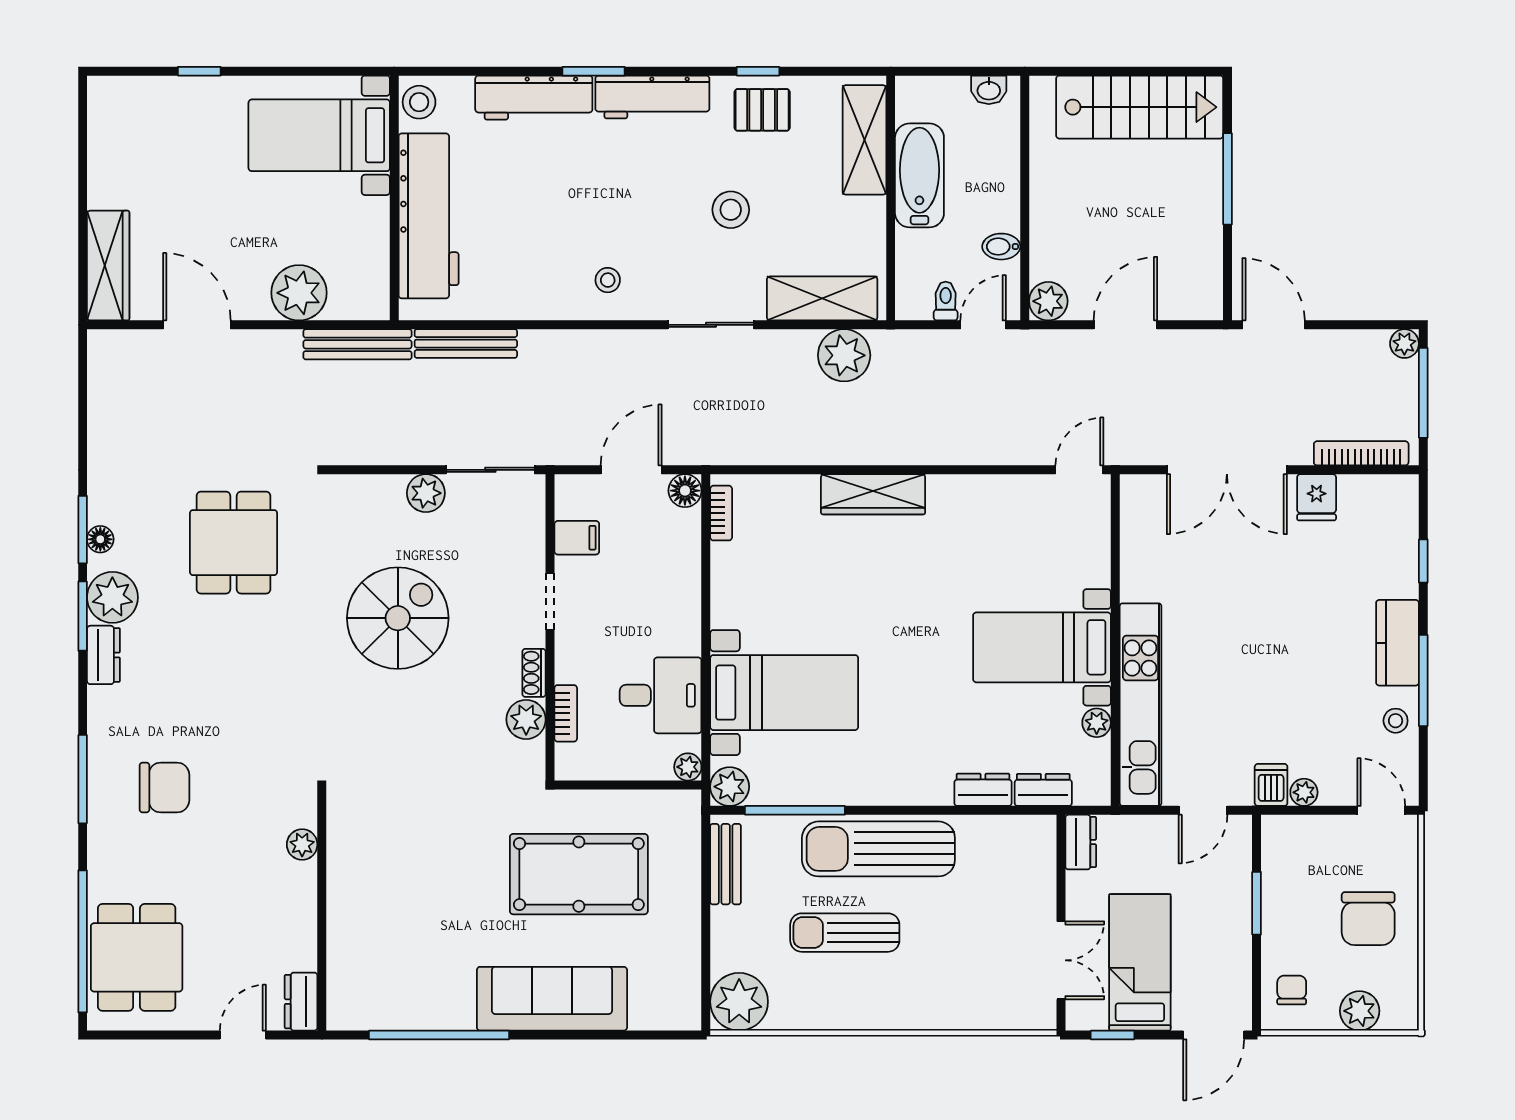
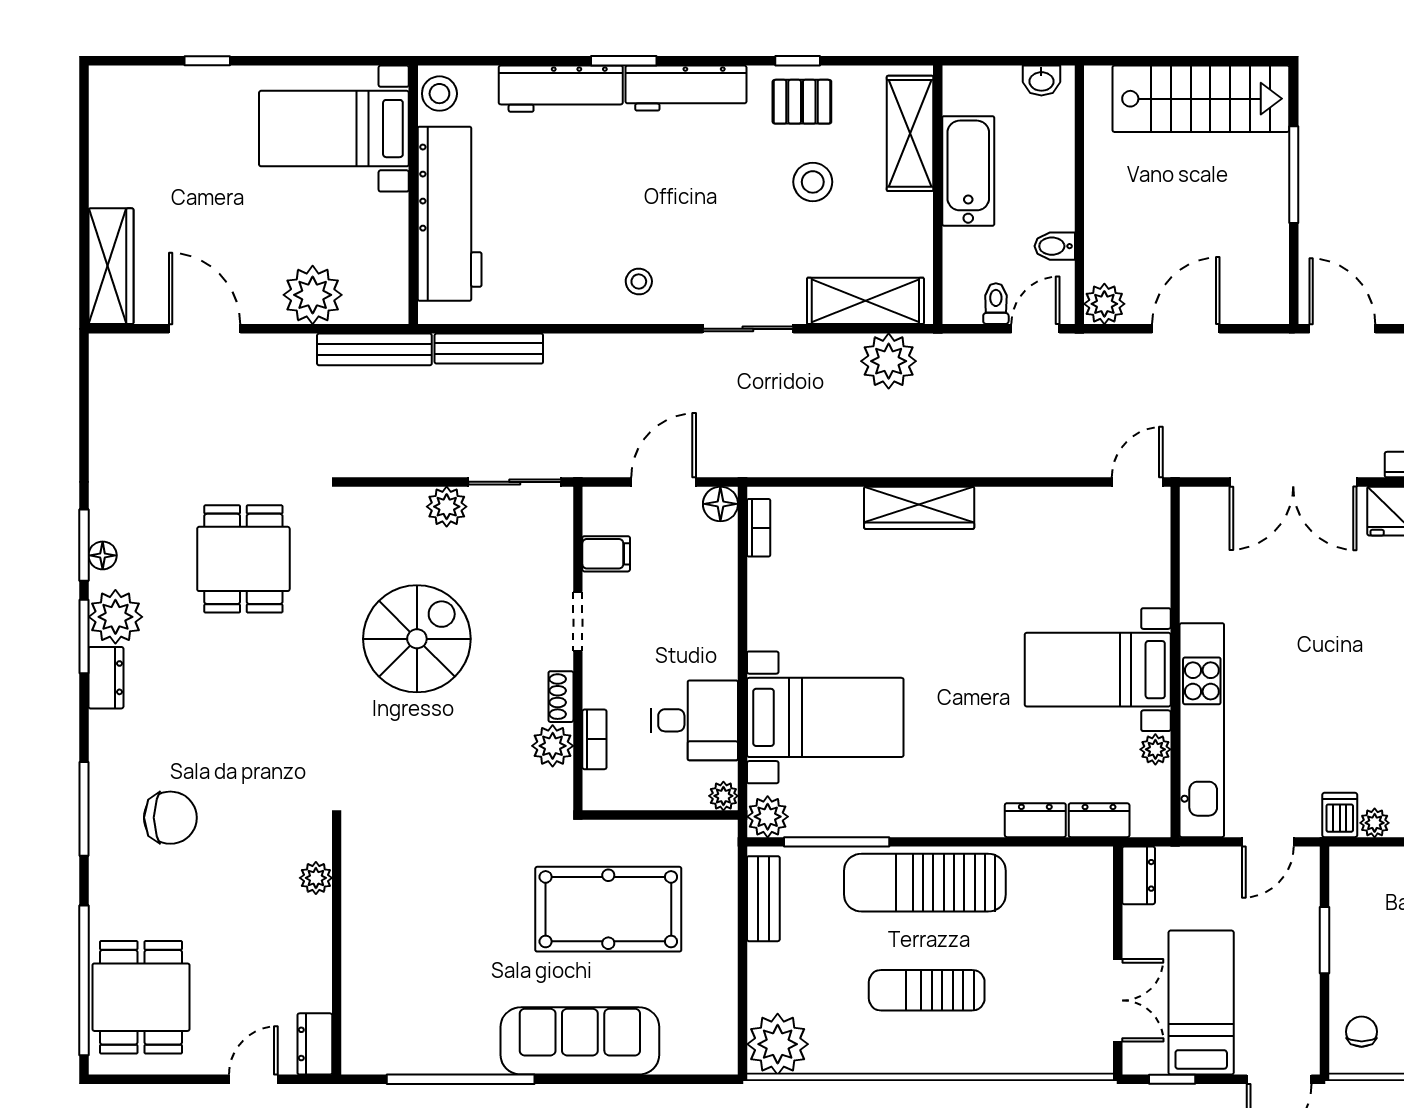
stool: (731, 210) -> (813, 182), moved
sun lounger: (845, 933) -> (927, 990), moved

